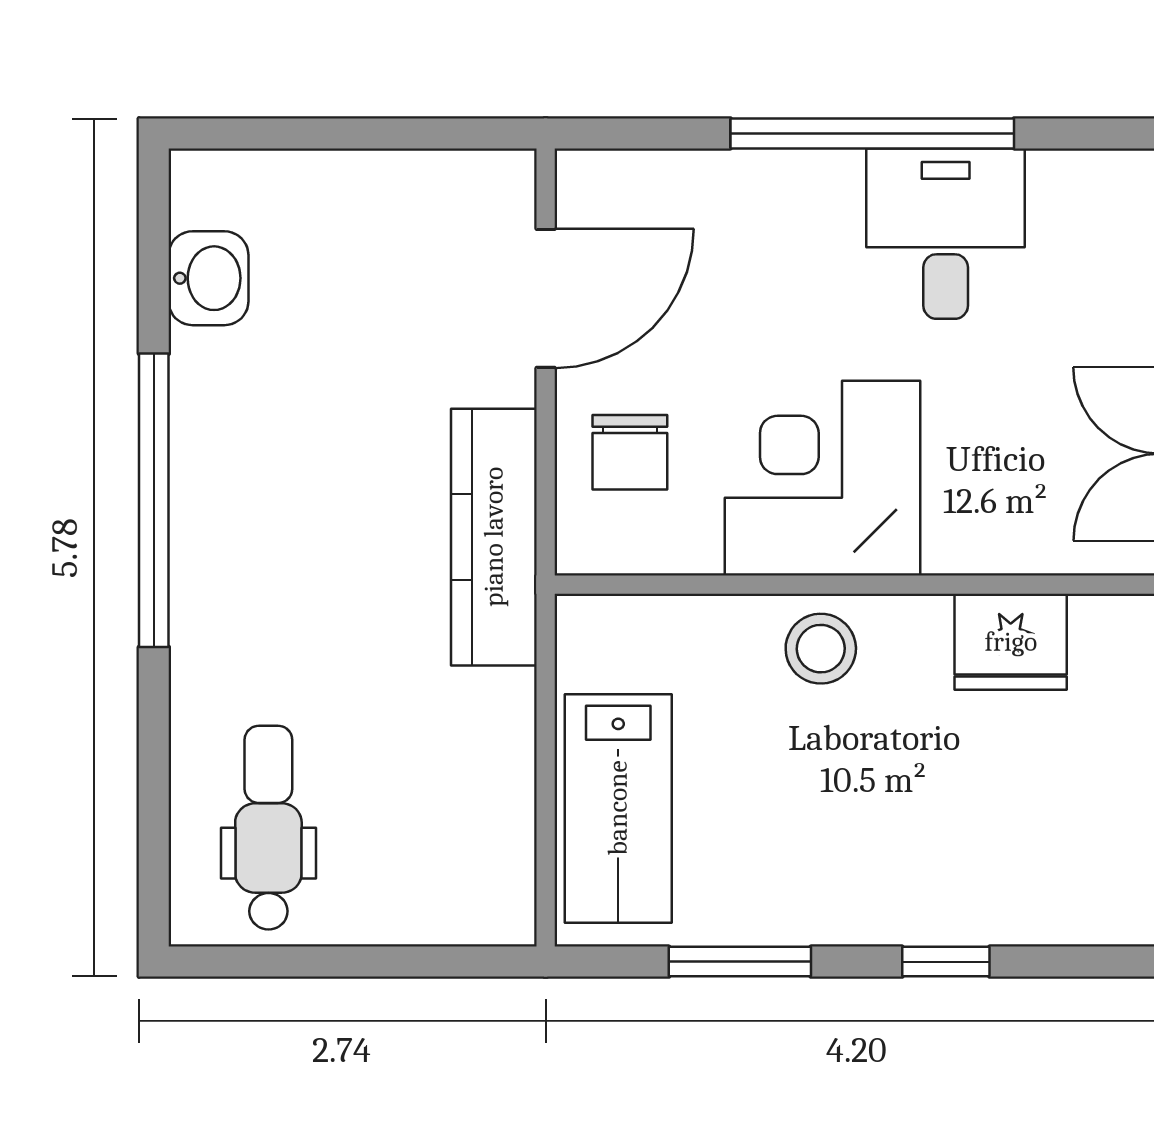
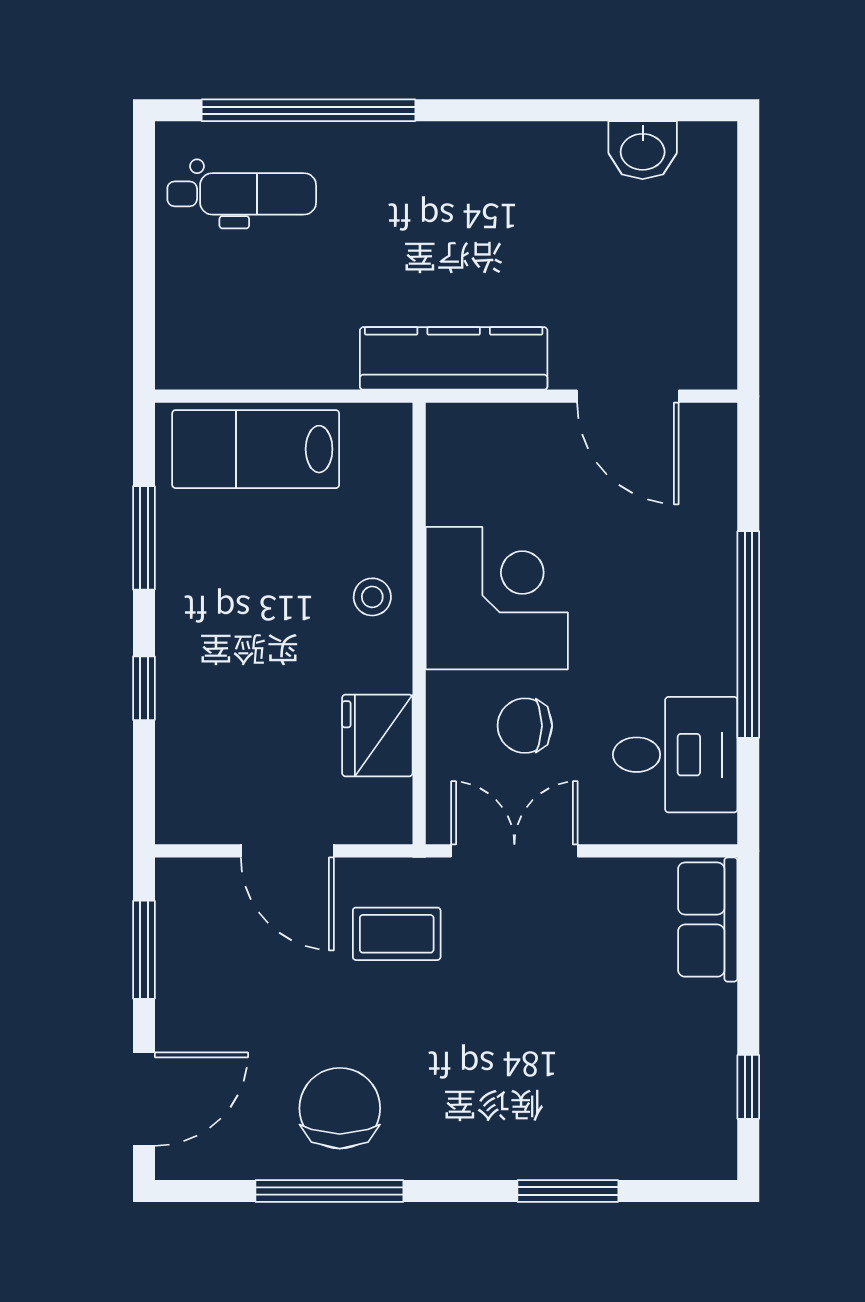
desk: (946, 234) -> (675, 755), moved
chair: (630, 452) -> (525, 726), moved
window: (154, 500) -> (308, 110), moved
stool: (821, 649) -> (372, 597), width x0.73, depth x0.73

